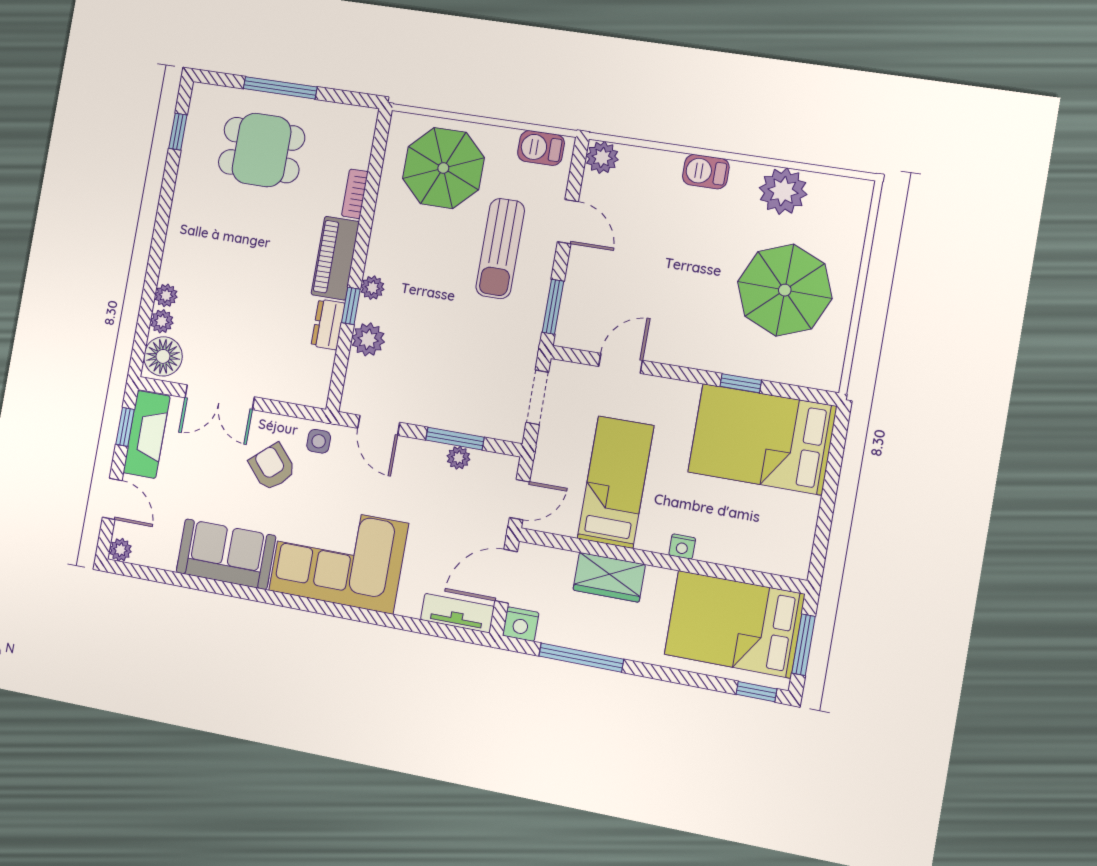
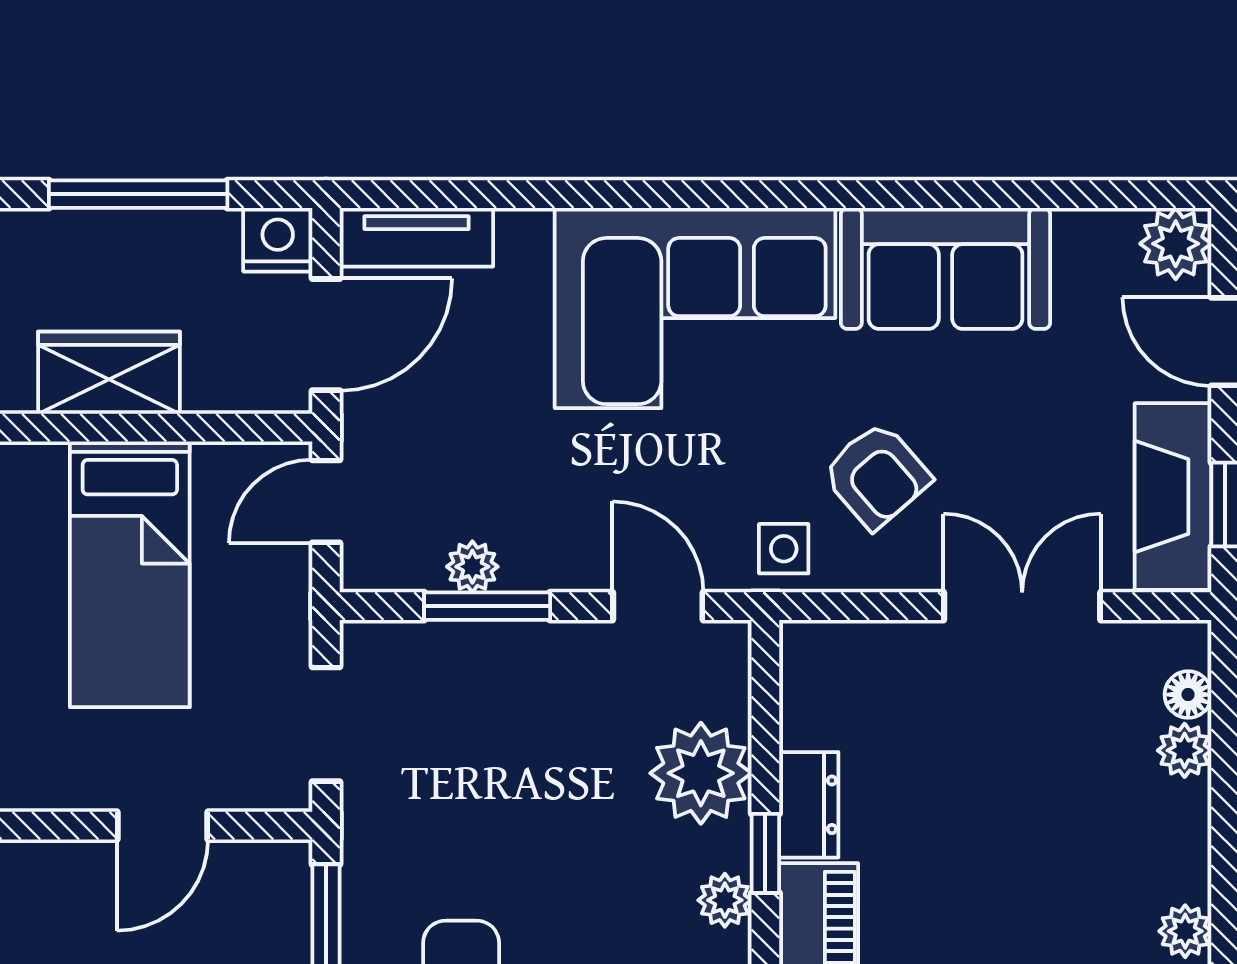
plant: (166, 295) -> (1185, 931), moved
plant: (368, 339) -> (701, 773), width x1.36, depth x1.36
floor lamp: (163, 356) -> (1188, 695), width x0.53, depth x0.53
plant: (120, 550) -> (1176, 244), width x1.38, depth x1.38

